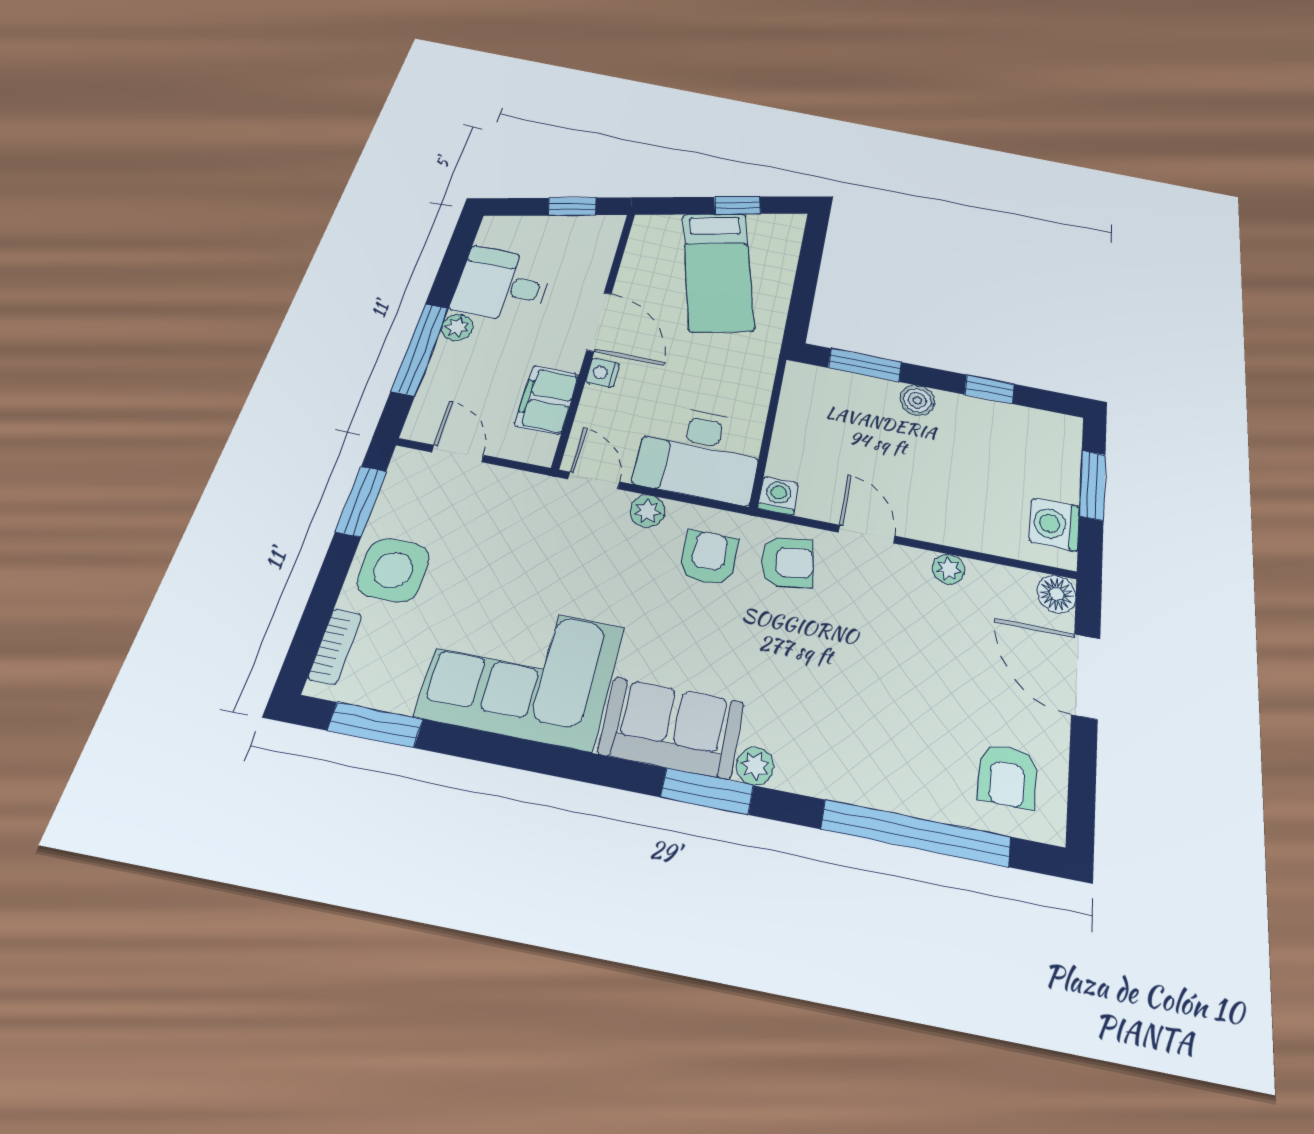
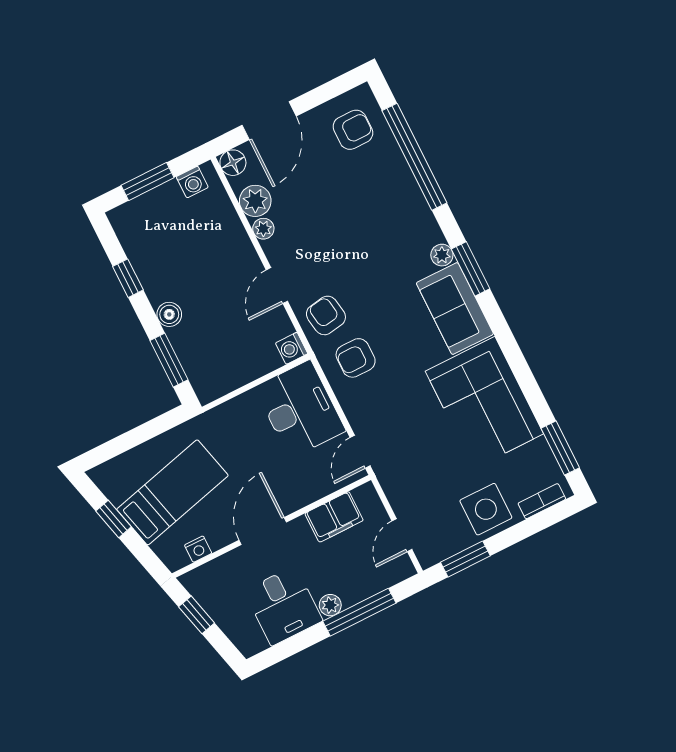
nightstand: (603, 373) -> (198, 549), moved
plant: (648, 511) -> (255, 201), moved, width x1.38, depth x1.38
washing machine: (1055, 524) -> (192, 182), width x0.73, depth x0.73

